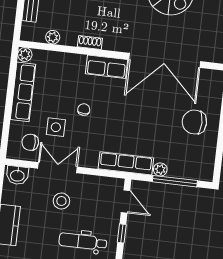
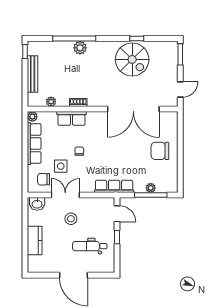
row of seats: (107, 67) -> (71, 118), moved
plant: (160, 169) -> (151, 188), moved

